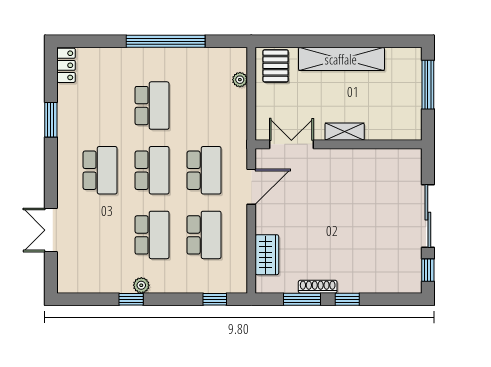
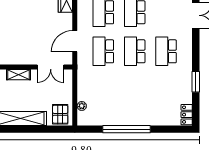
school desk: (152, 106) -> (135, 90), removed

